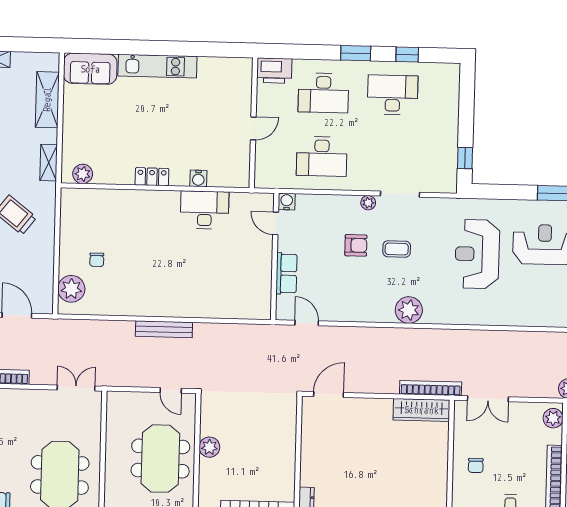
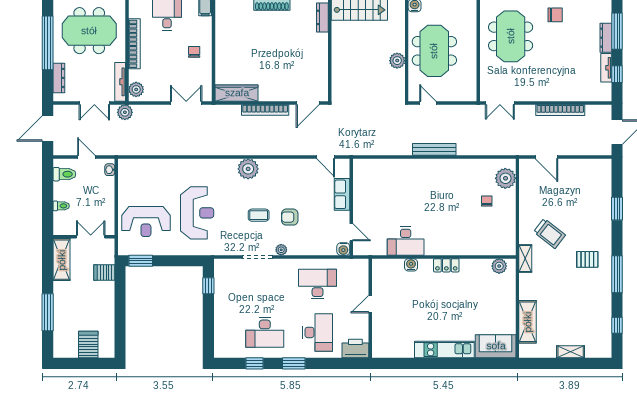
desk: (323, 93) -> (318, 332), turned 90
shelving: (49, 163) -> (525, 259), moved
bookcase: (431, 388) -> (265, 110), moved

